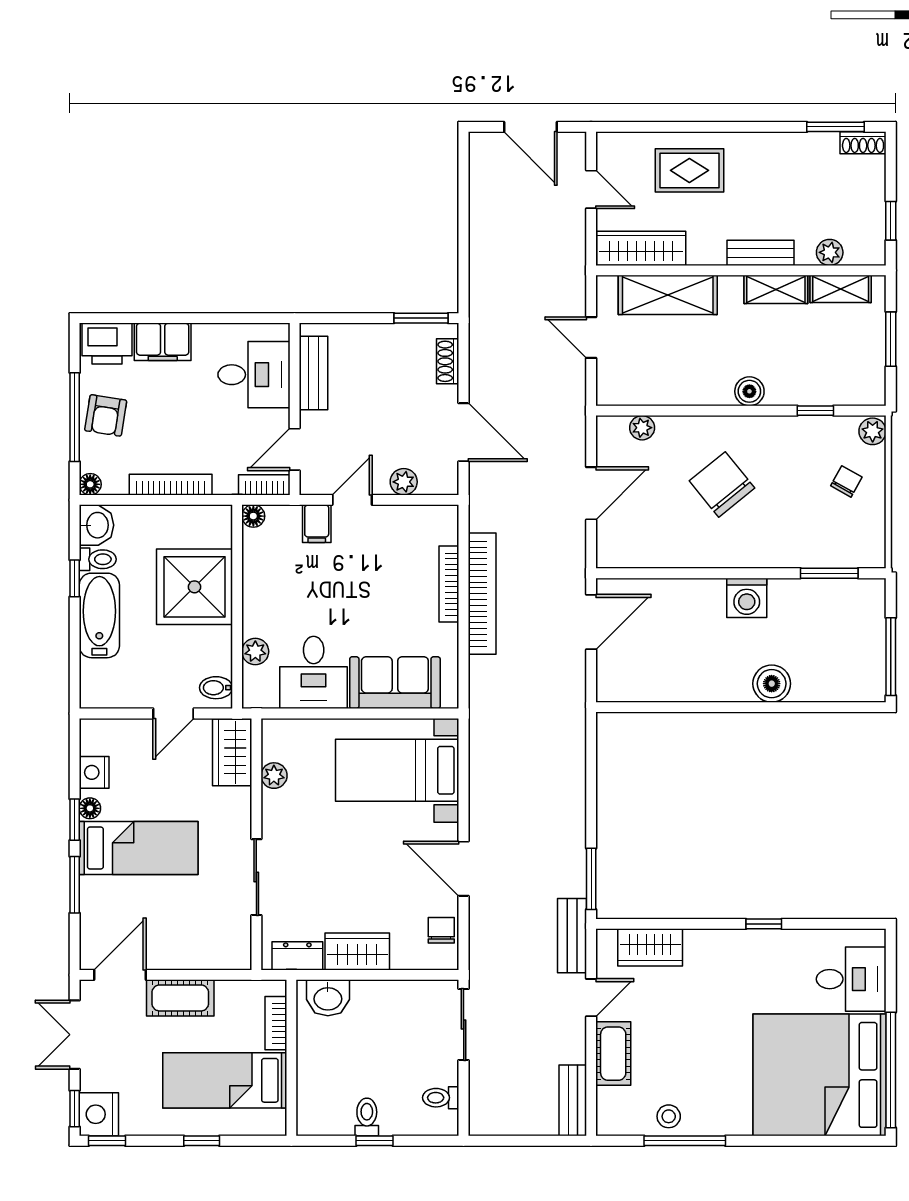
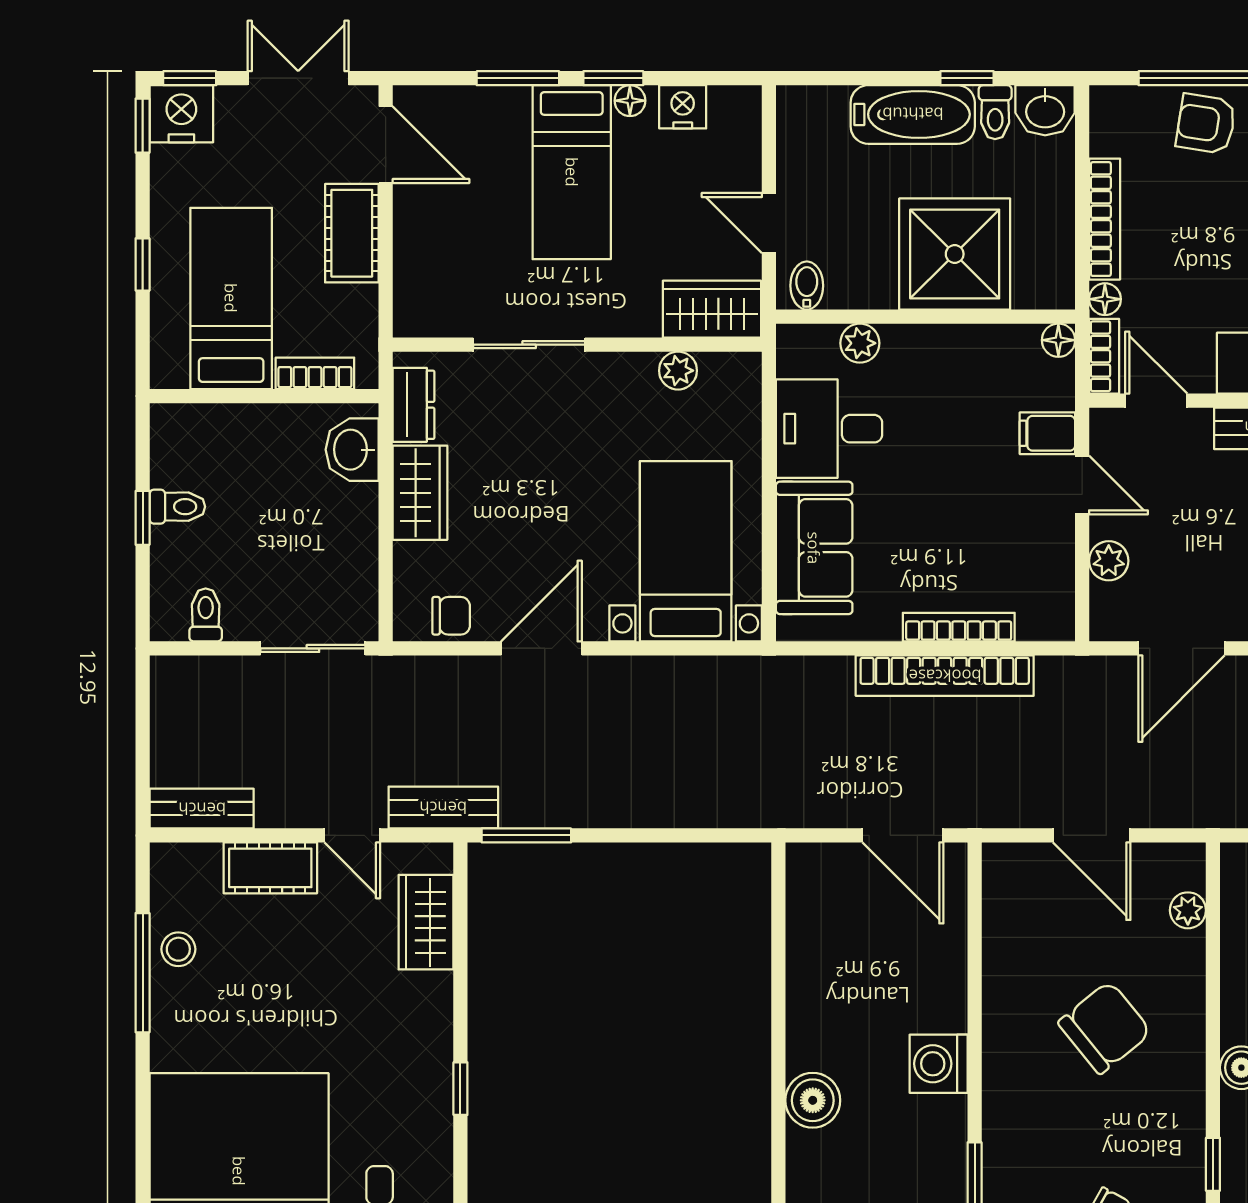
floor lamp: (90, 484) -> (1105, 299), moved

